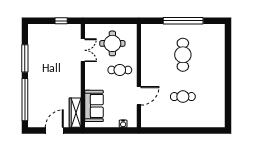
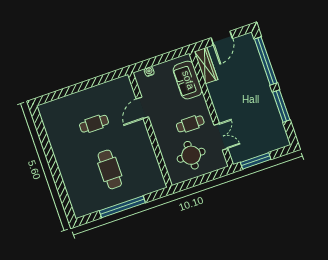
window: (61, 21) -> (256, 161), width x2.17
double door: (83, 50) -> (221, 137), swing flipped
cafe table: (120, 70) -> (190, 124), moved

